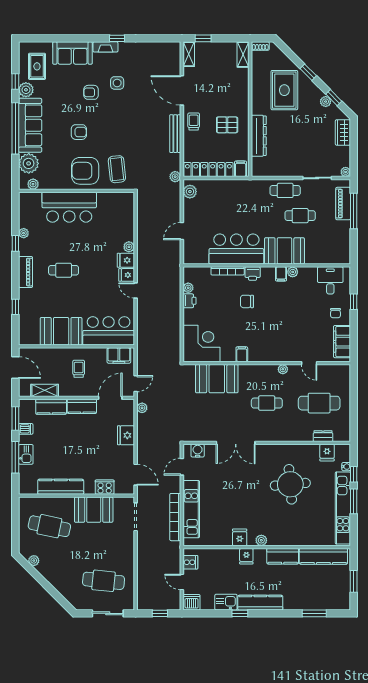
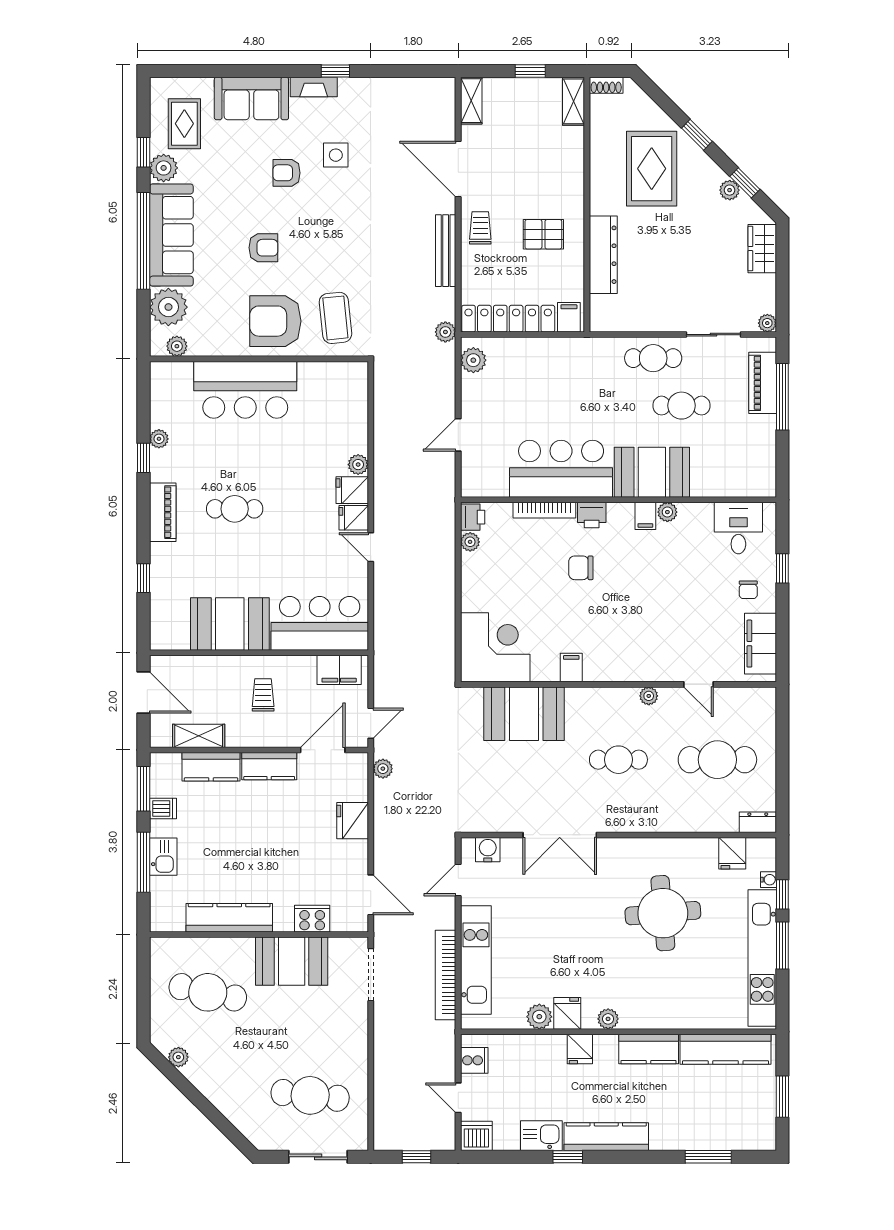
window: (203, 38) -> (530, 71), moved
printer: (190, 301) -> (473, 517), moved
dresser: (323, 436) -> (758, 822), moved
plant: (225, 539) -> (539, 1017), added

